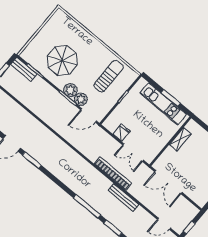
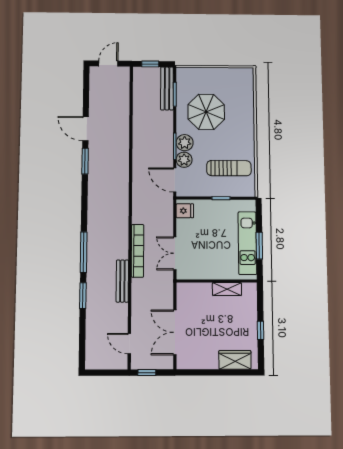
bench: (24, 69) -> (167, 88), width x1.36
fridge: (122, 133) -> (185, 211), moved
double door: (168, 182) -> (175, 332), moved

